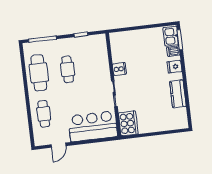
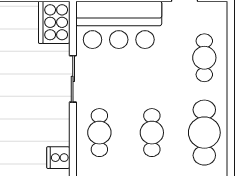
cafe table: (96, 66) -> (99, 133), added
cooker: (119, 69) -> (58, 158), moved

